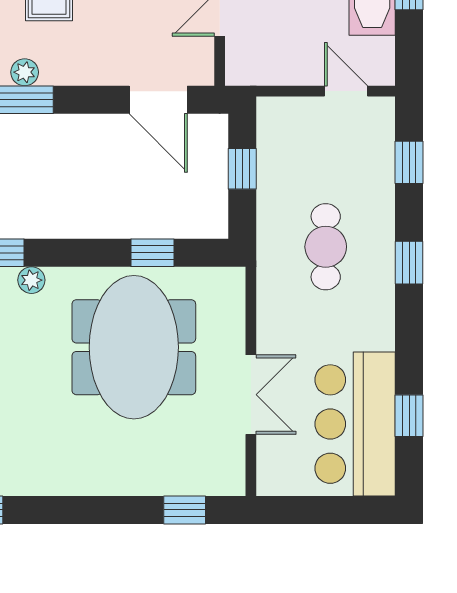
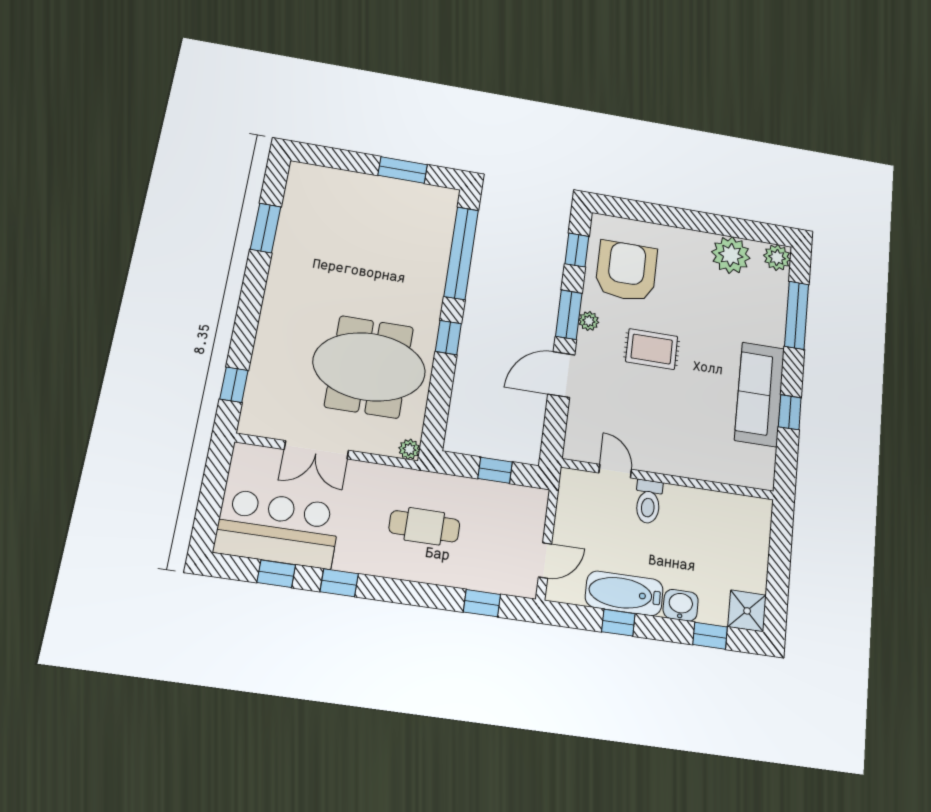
door: (158, 100) -> (561, 374), moved
window: (152, 253) -> (448, 337), moved
window: (409, 263) -> (339, 583), moved
plant: (31, 280) -> (409, 449), moved

